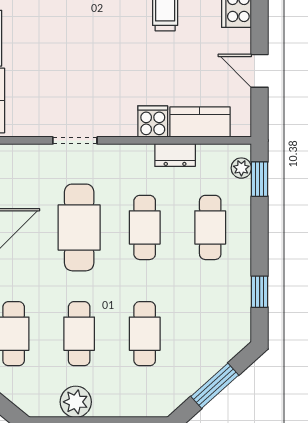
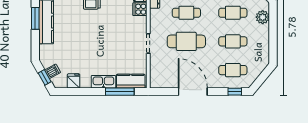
plant: (76, 402) -> (263, 17), moved

